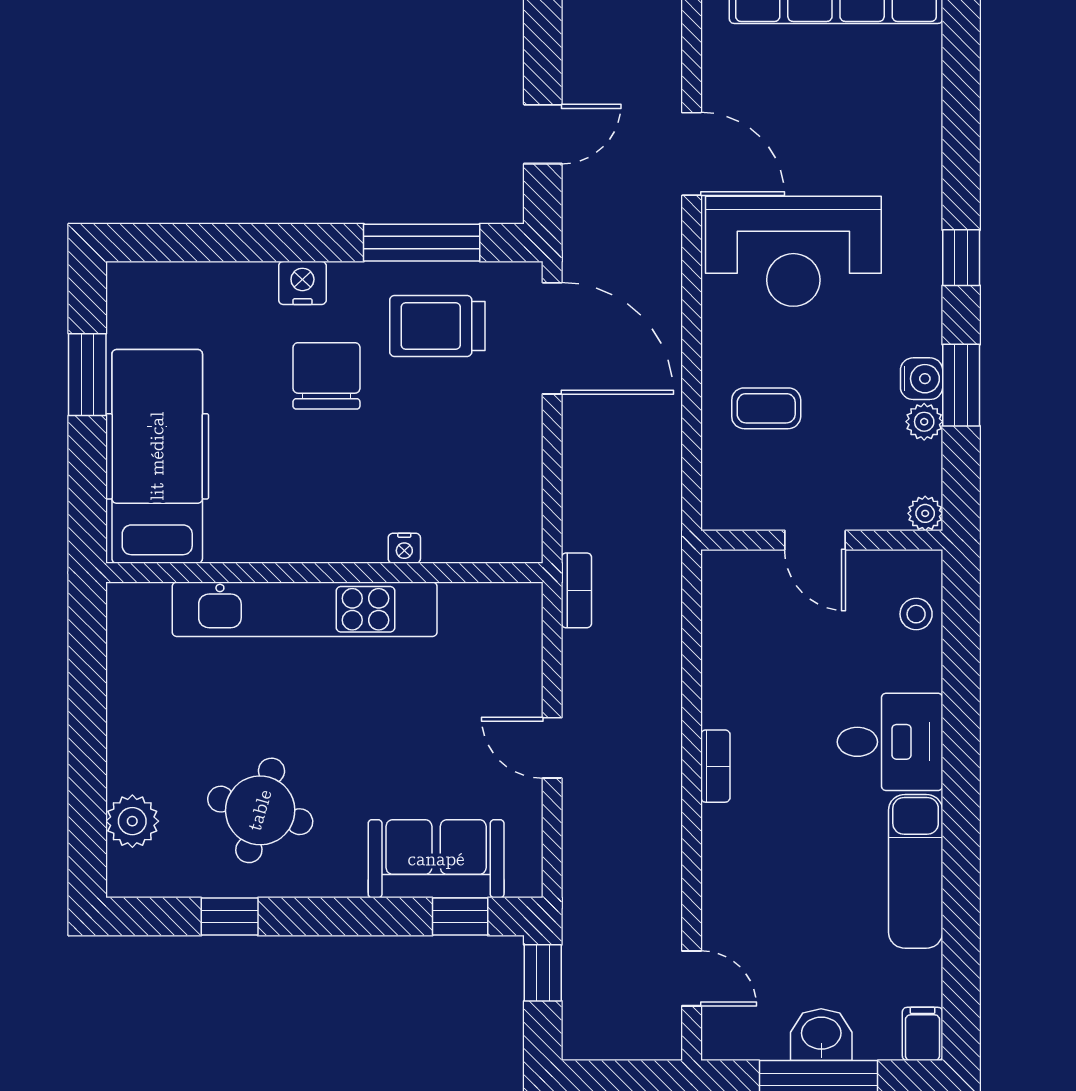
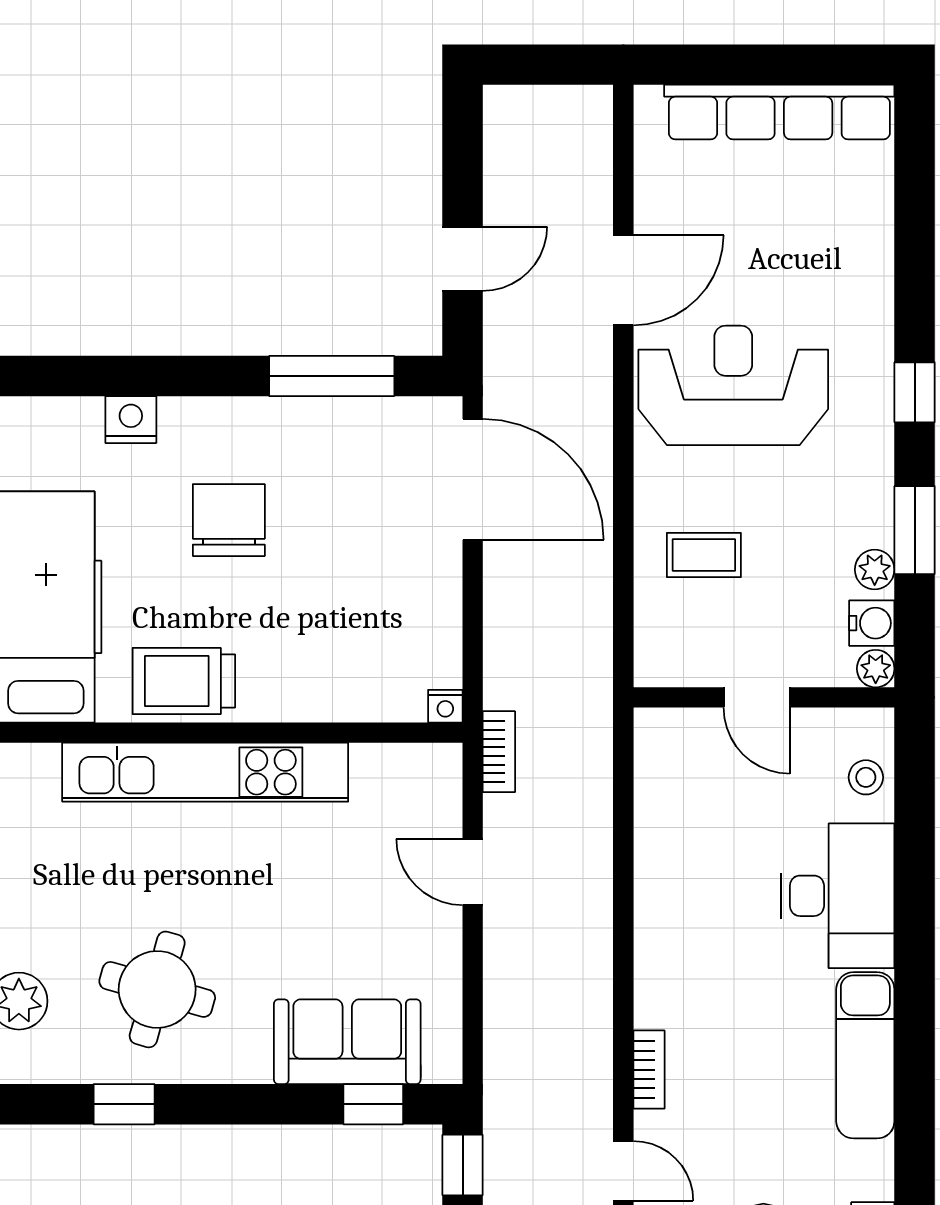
door: (692, 154) -> (623, 280), hinge flipped
reception desk: (793, 251) -> (733, 385), turned 180
nightstand: (302, 283) -> (131, 420), moved
trolley: (437, 326) -> (184, 681), moved
water cooler: (922, 379) -> (872, 623), moved
nightstand: (404, 548) -> (445, 706), moved
desk: (890, 742) -> (838, 896), width x1.37
door: (552, 748) -> (473, 872), moved
bookcase: (715, 766) -> (649, 1070), moved

